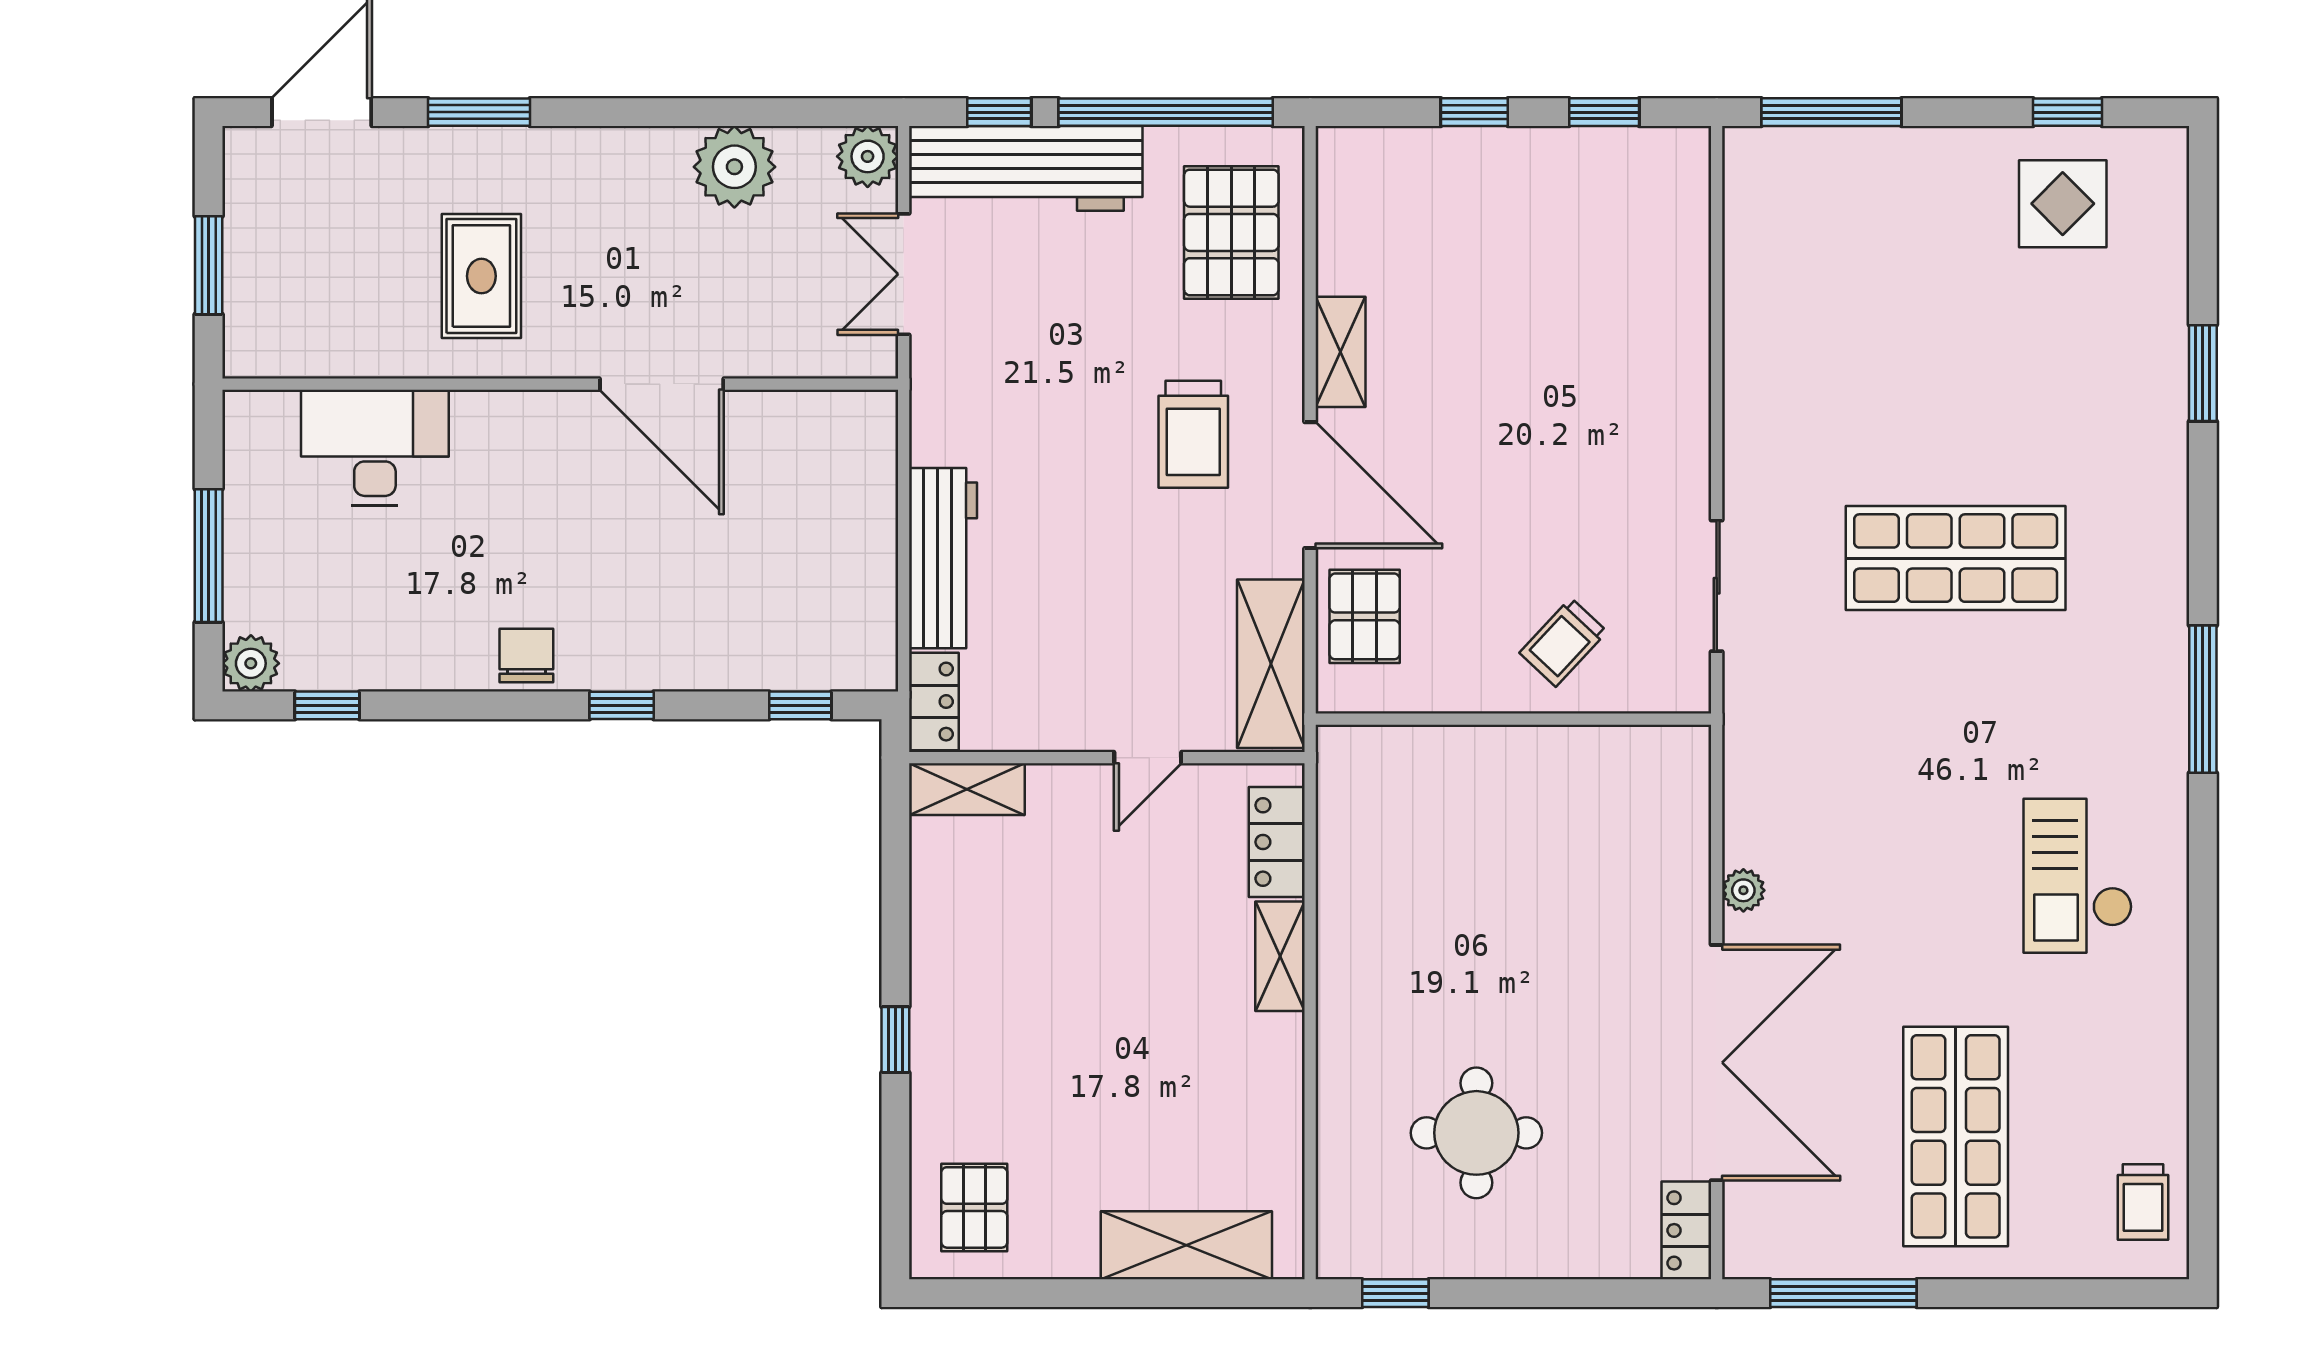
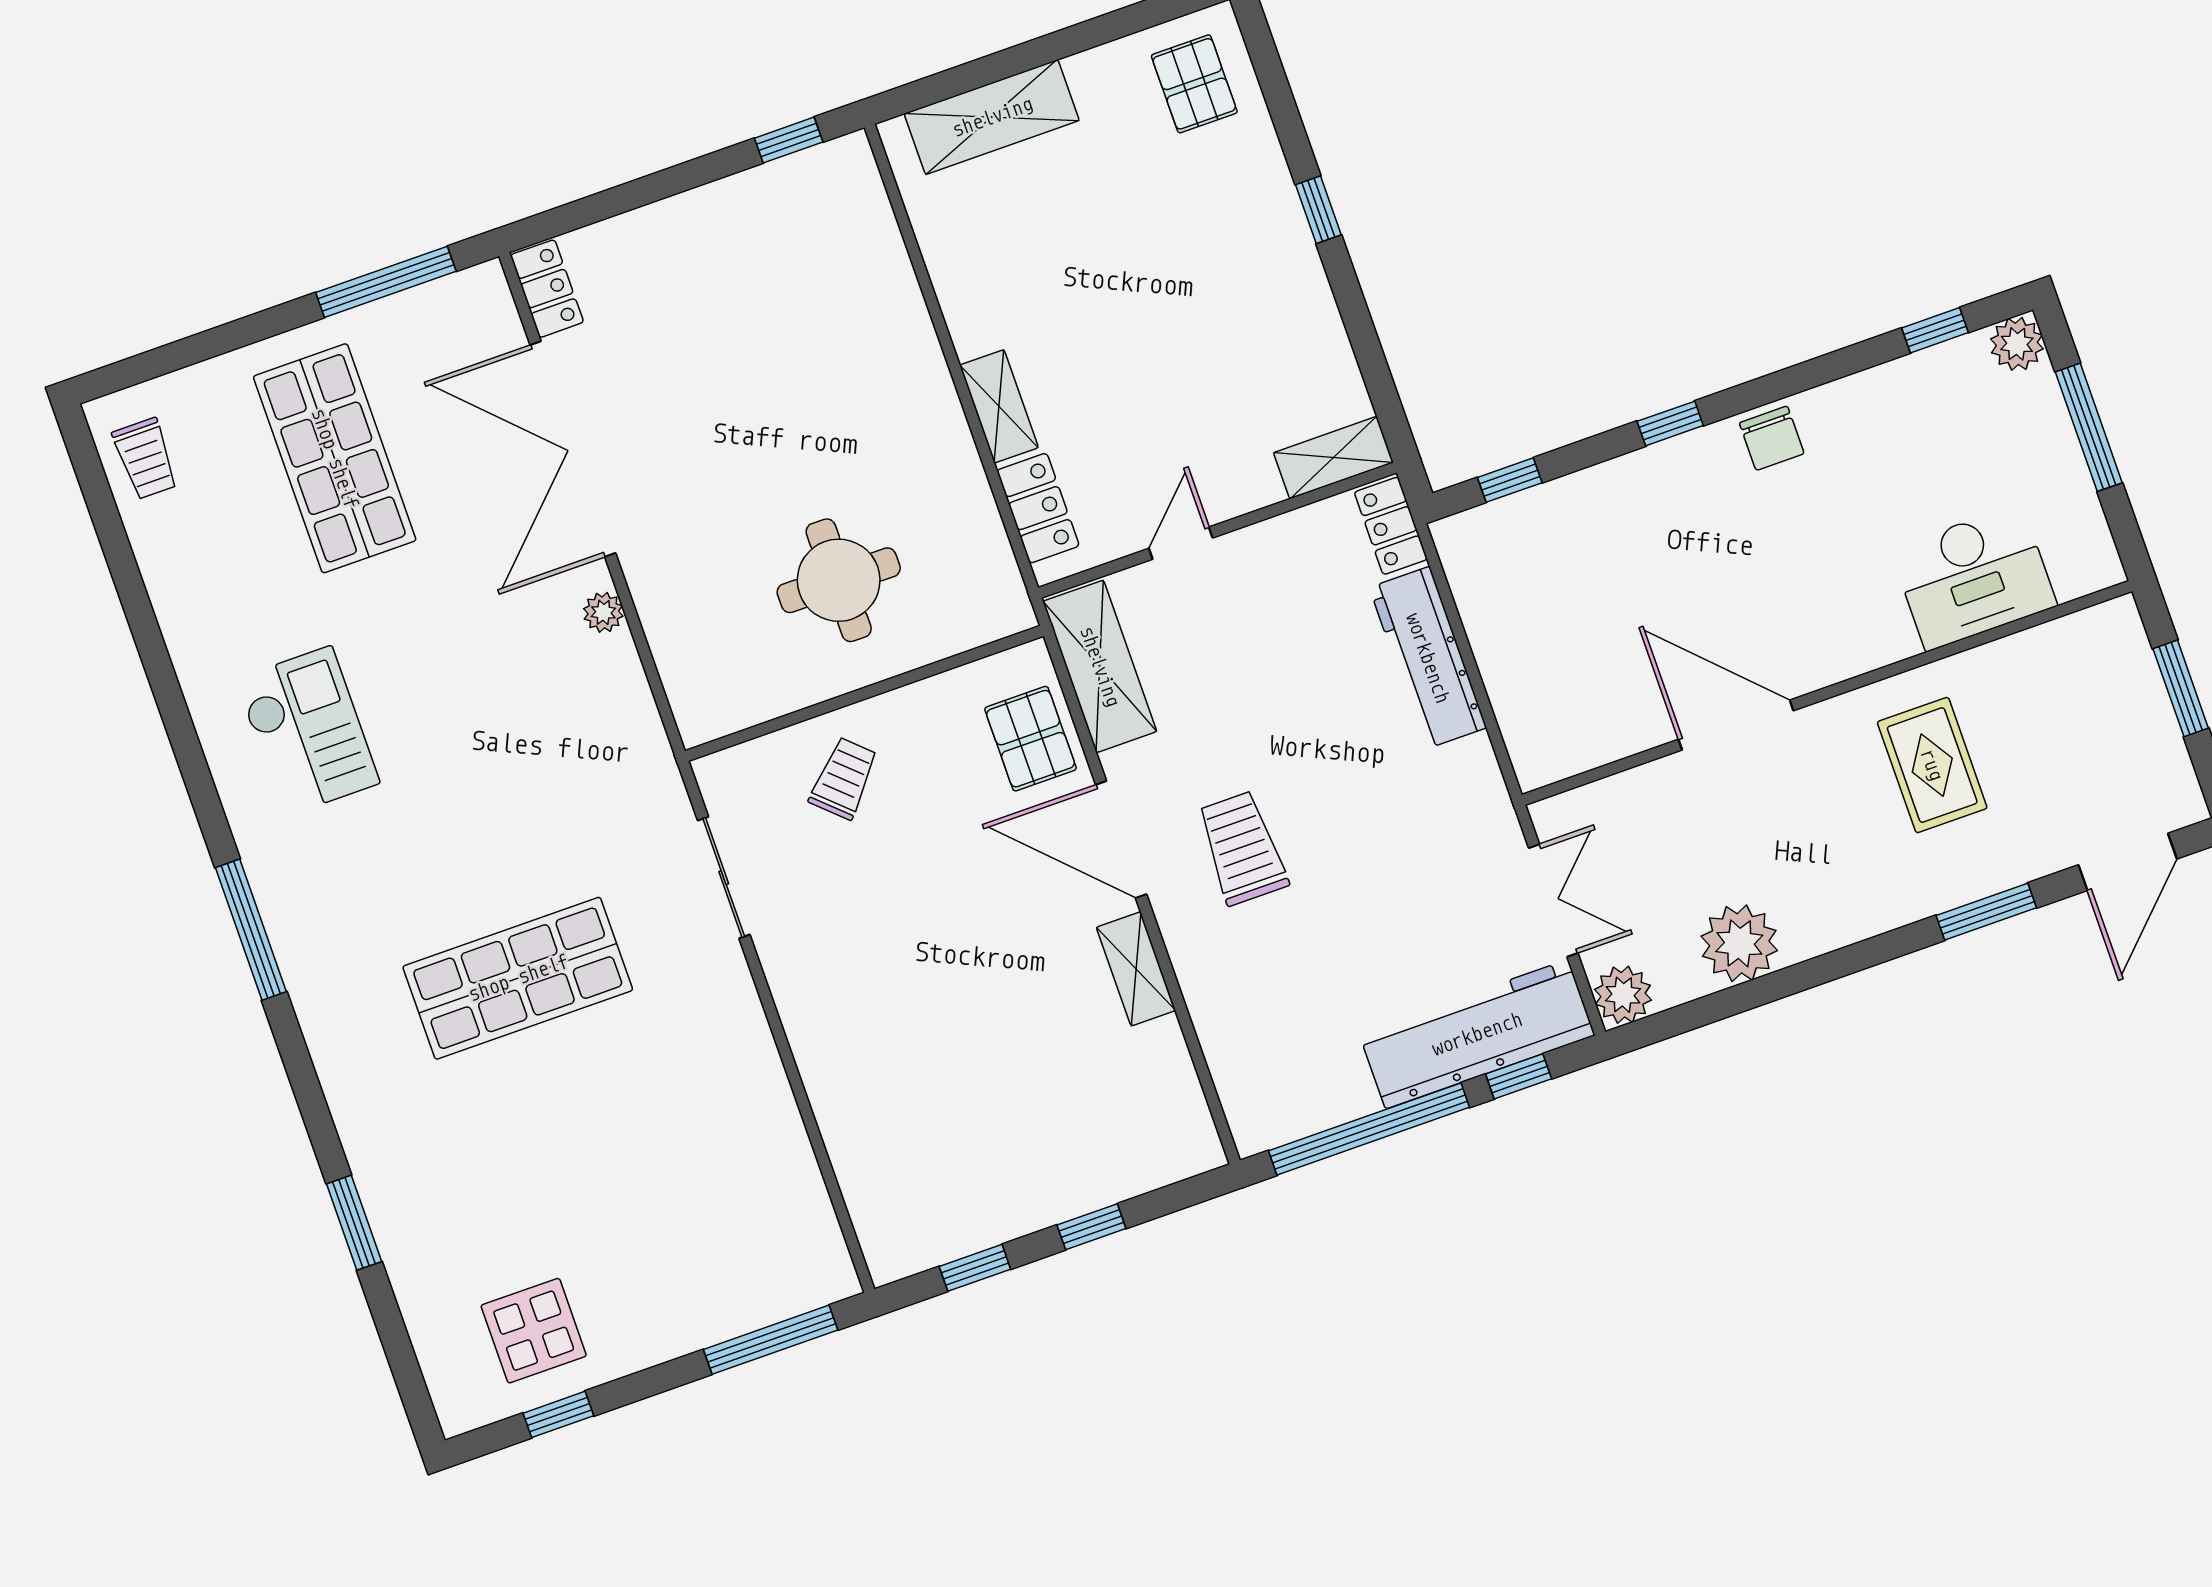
pallet: (1231, 232) -> (1272, 1042), removed
round table: (1476, 1133) -> (839, 580), moved
trolley: (2143, 1202) -> (145, 459), turned 180

